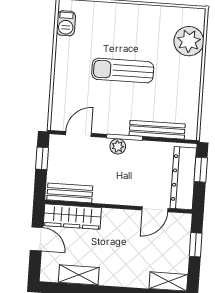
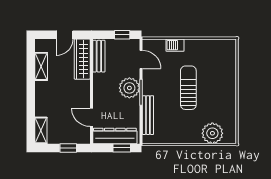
barbecue: (66, 23) -> (175, 45), moved
plant: (118, 146) -> (129, 88), width x1.88, depth x1.88

